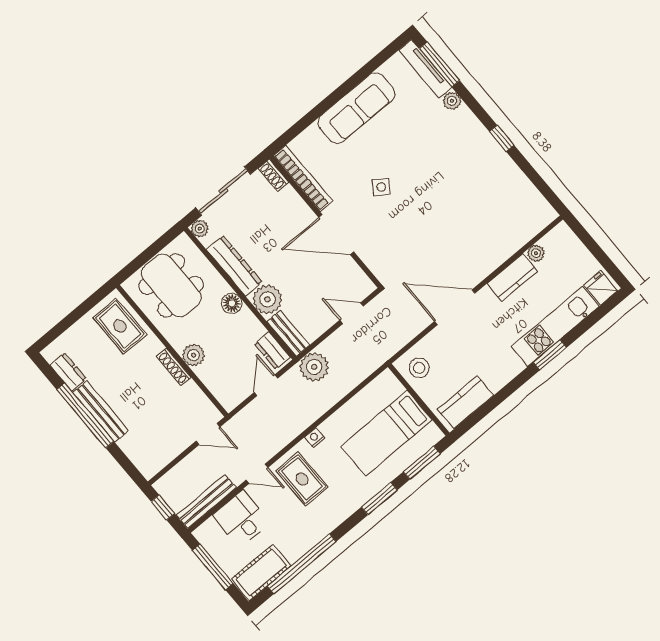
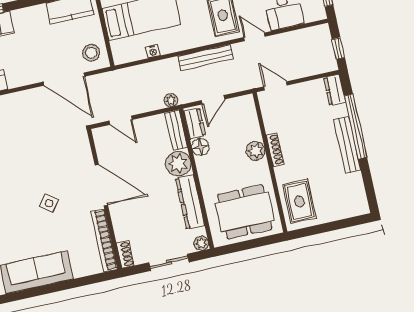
sliding door: (223, 191) -> (169, 262), width x0.73
dining table: (171, 285) -> (245, 212), turned 90
floor lamp: (232, 303) -> (200, 147), moved
door: (455, 307) -> (64, 79), moved
plant: (314, 367) -> (171, 100), width x0.53, depth x0.53
dresser: (68, 372) -> (335, 90), moved
window: (85, 415) -> (356, 126), moved
nightstand: (315, 438) -> (153, 51), moved
bench: (206, 501) -> (206, 58), moved

